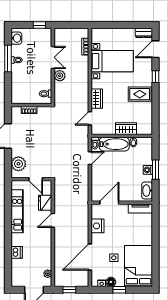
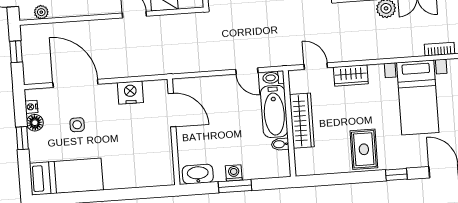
wardrobe: (126, 129) -> (302, 121), width x1.50
tv unit: (140, 209) -> (166, 165), removed
bed: (138, 266) -> (66, 177), width x0.67

